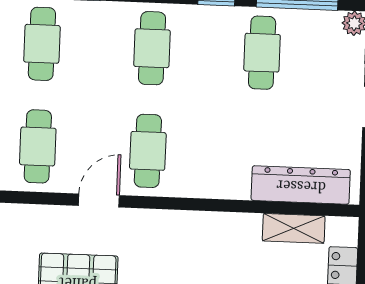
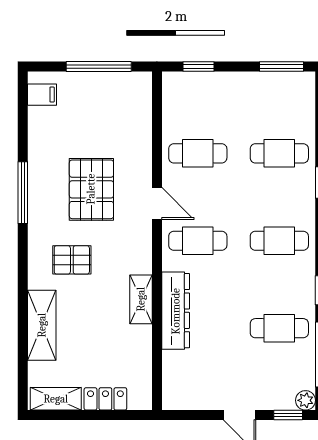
dresser: (301, 185) -> (176, 311), moved
shelving: (294, 228) -> (141, 299), moved

